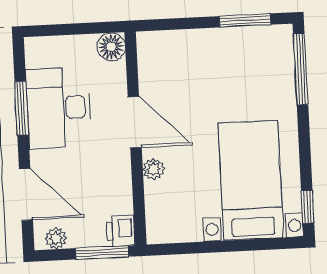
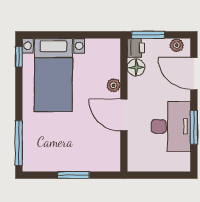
window: (245, 20) -> (74, 175), moved
floor lamp: (111, 47) -> (136, 68), moved

